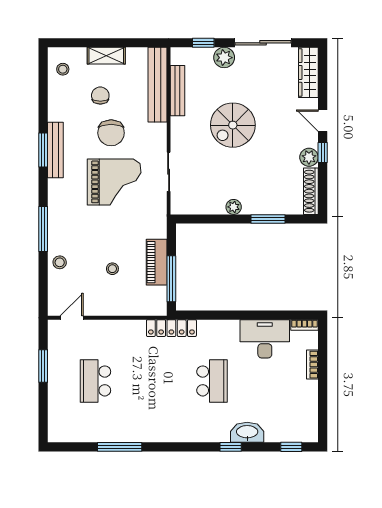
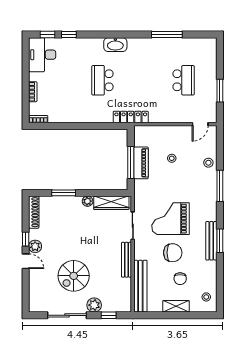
wardrobe: (308, 72) -> (111, 203), moved, turned 90
bench: (177, 91) -> (127, 260), moved
spiral stairs: (233, 125) -> (74, 276), moved, turned 180
chair: (111, 133) -> (173, 253), turned 90
plant: (309, 157) -> (35, 246), moved
window: (171, 279) -> (131, 162), moved
desk: (265, 339) -> (42, 55), moved, turned 90
washbasin: (247, 432) -> (115, 45), moved
window: (231, 447) -> (69, 34), moved

